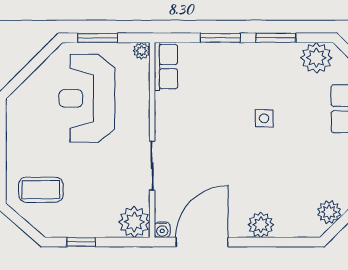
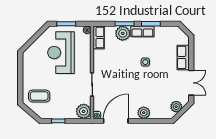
row of seats: (258, 54) -> (142, 31), added
plant: (316, 58) -> (123, 33), moved

